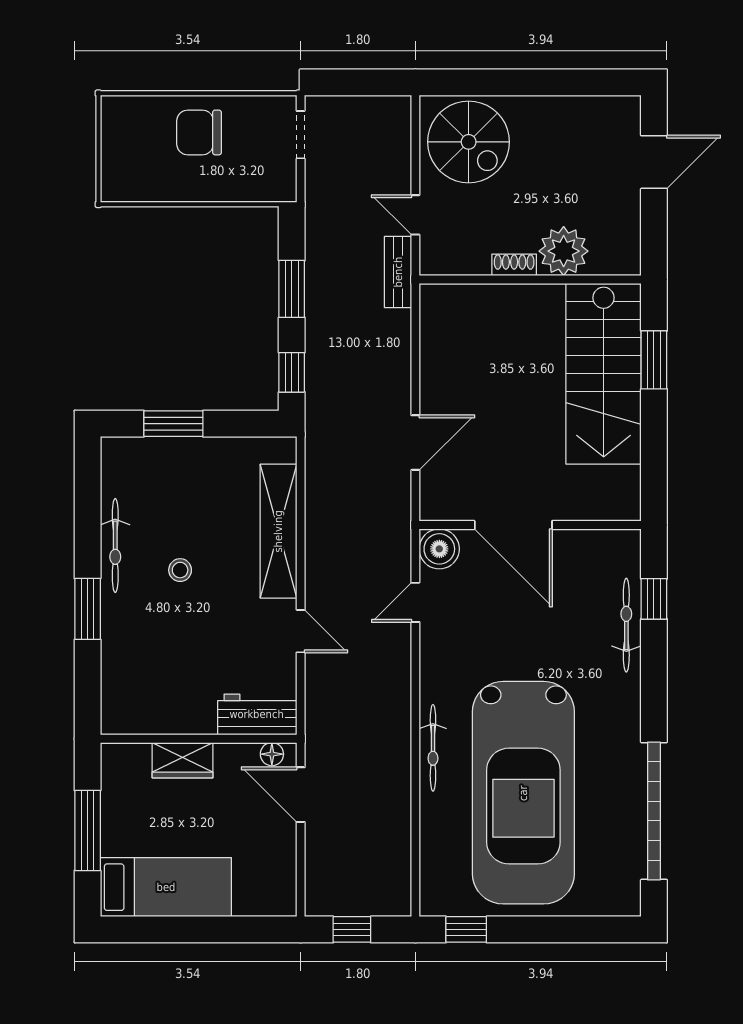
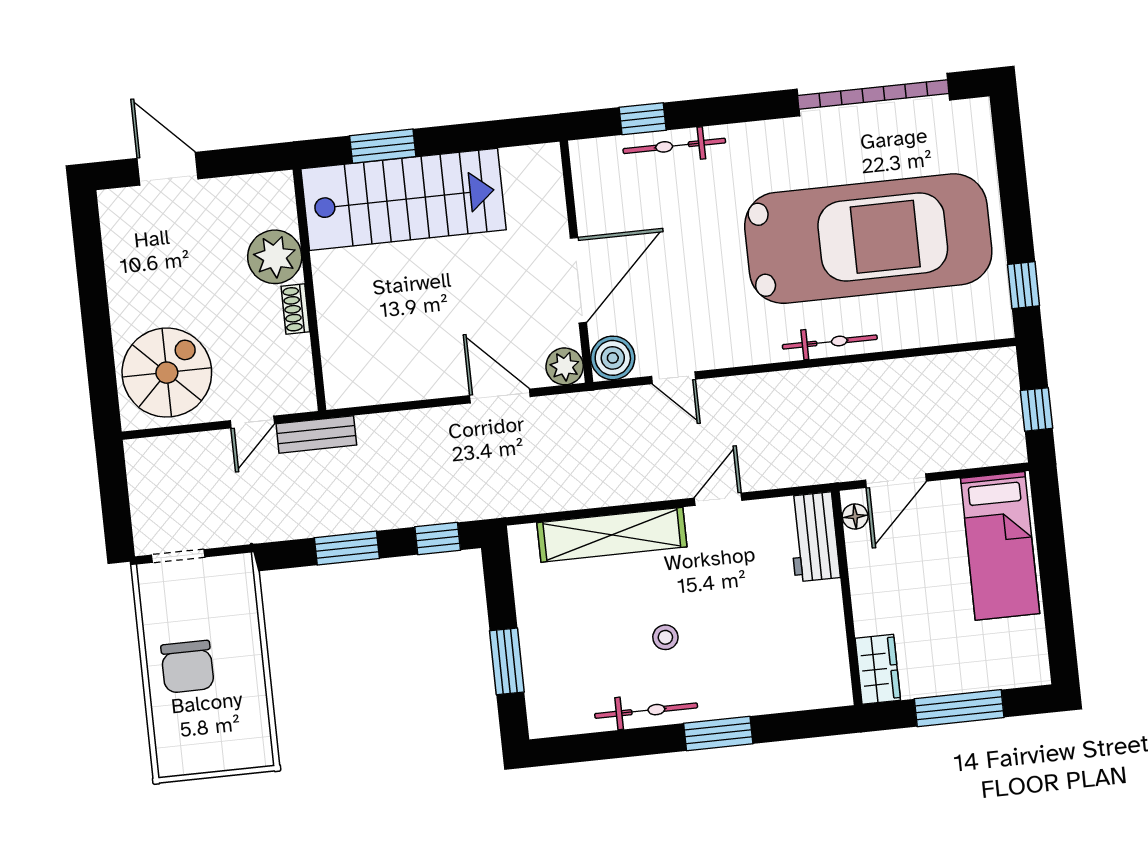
plant: (436, 504) -> (565, 366), added
wardrobe: (183, 760) -> (878, 669), moved
bed: (166, 887) -> (1000, 546), moved, turned 180

